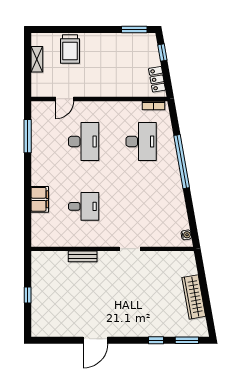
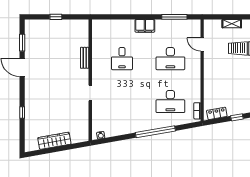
filing cabinet: (40, 199) -> (145, 26), moved
window: (187, 340) -> (22, 43), moved

